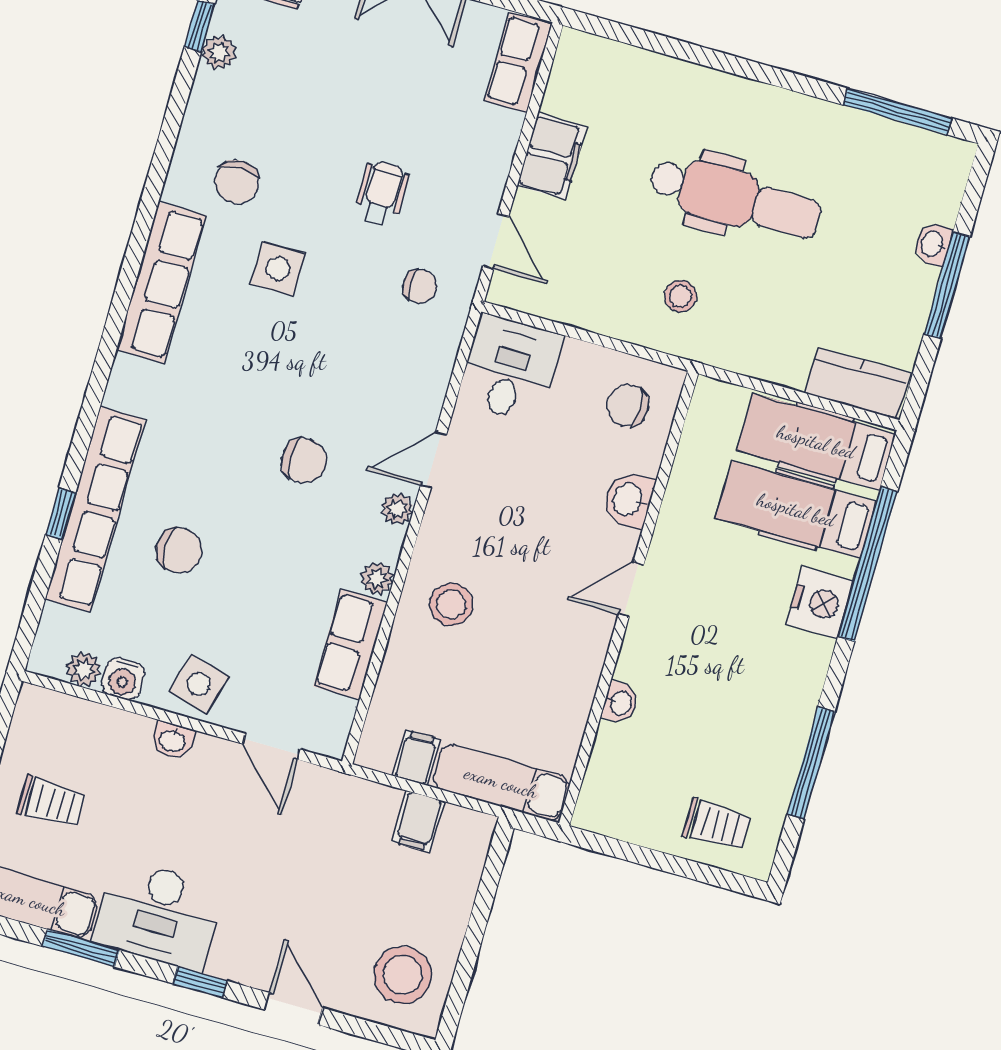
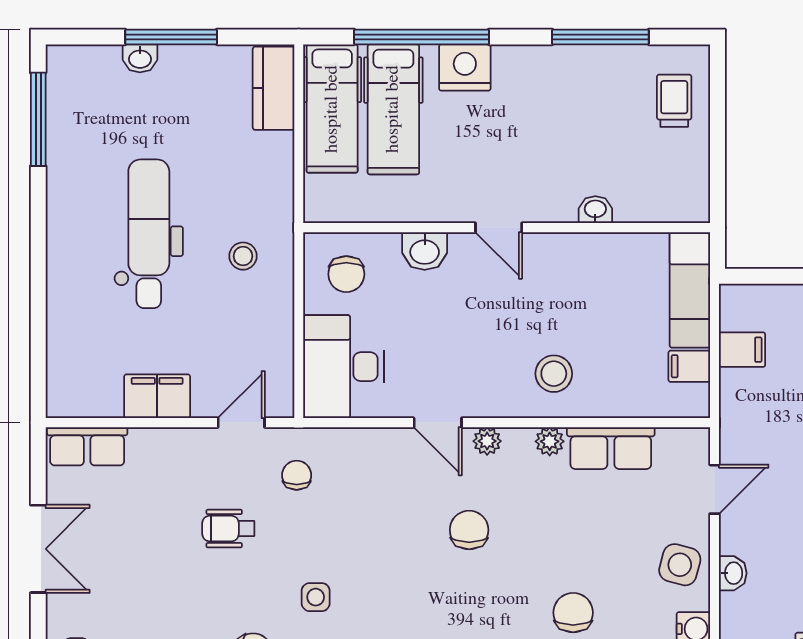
side table: (278, 269) -> (316, 597), width x0.73, depth x0.73
desk: (510, 369) -> (344, 367), width x1.37

